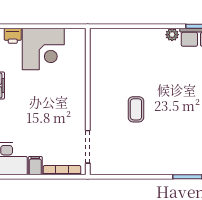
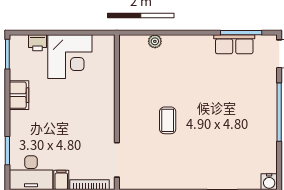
plant: (172, 35) -> (155, 41), moved

